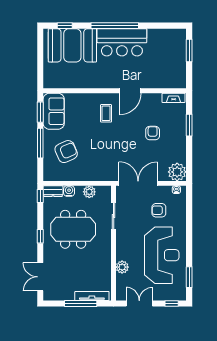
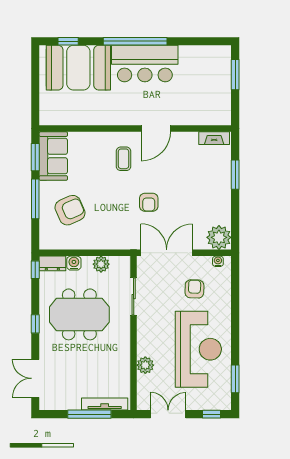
armchair: (153, 133) -> (149, 202), moved, turned 180
armchair: (159, 210) -> (194, 289), turned 92

